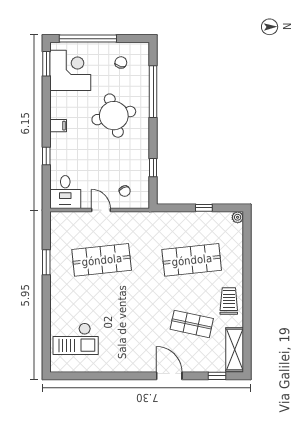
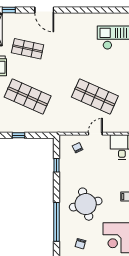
door: (101, 210) -> (95, 134), swing flipped
shop shelf: (102, 260) -> (95, 96), turned 30
shop shelf: (192, 260) -> (28, 96), turned 30

